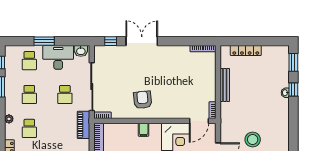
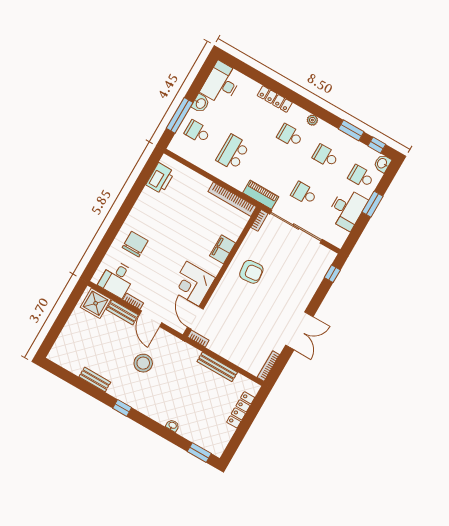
double door: (142, 41) -> (299, 331), moved
washbasin: (81, 51) -> (382, 163), moved
window: (293, 89) -> (122, 408), moved
filing cabinet: (144, 130) -> (222, 249), width x2.00

